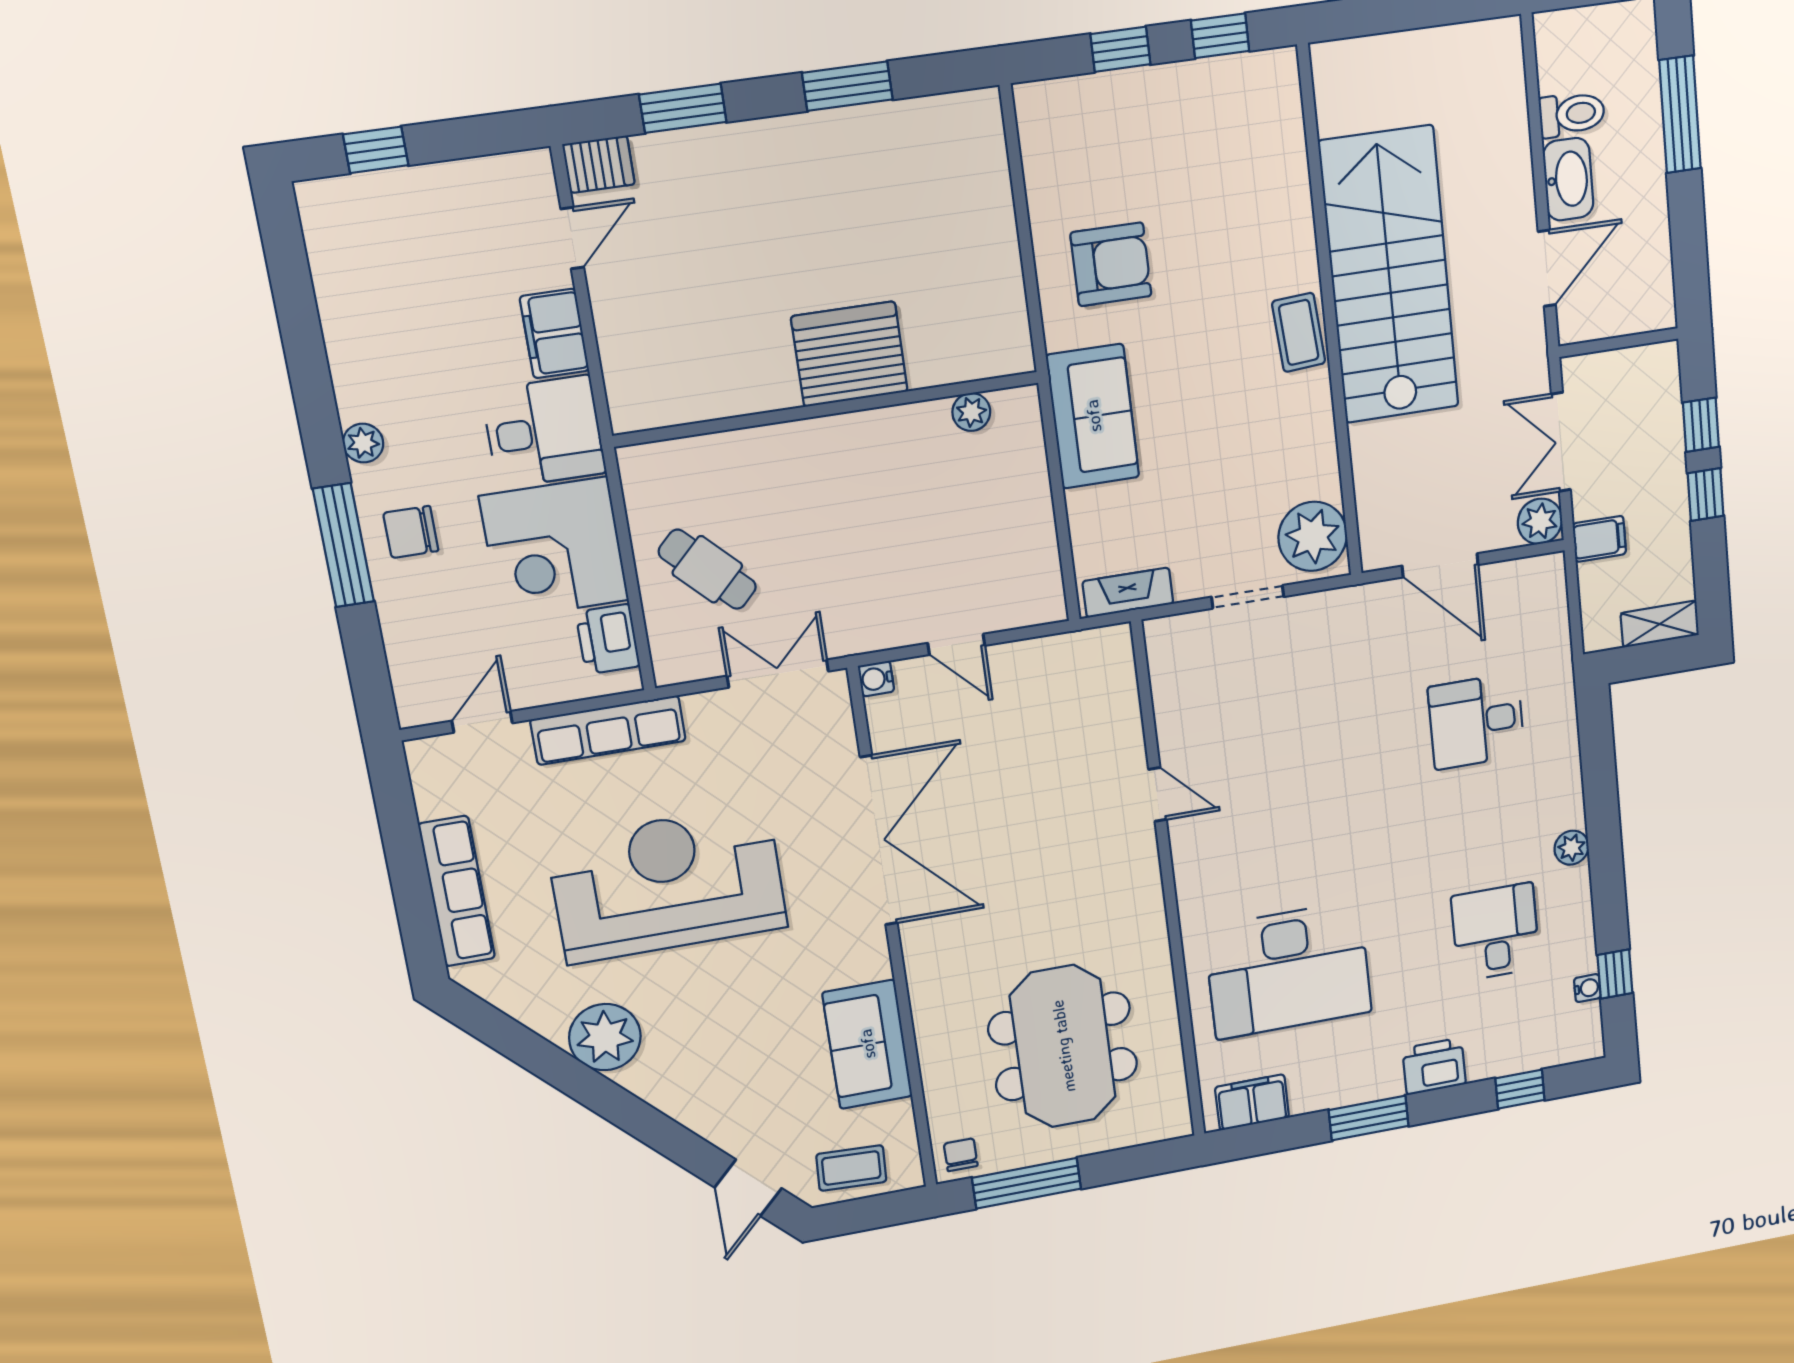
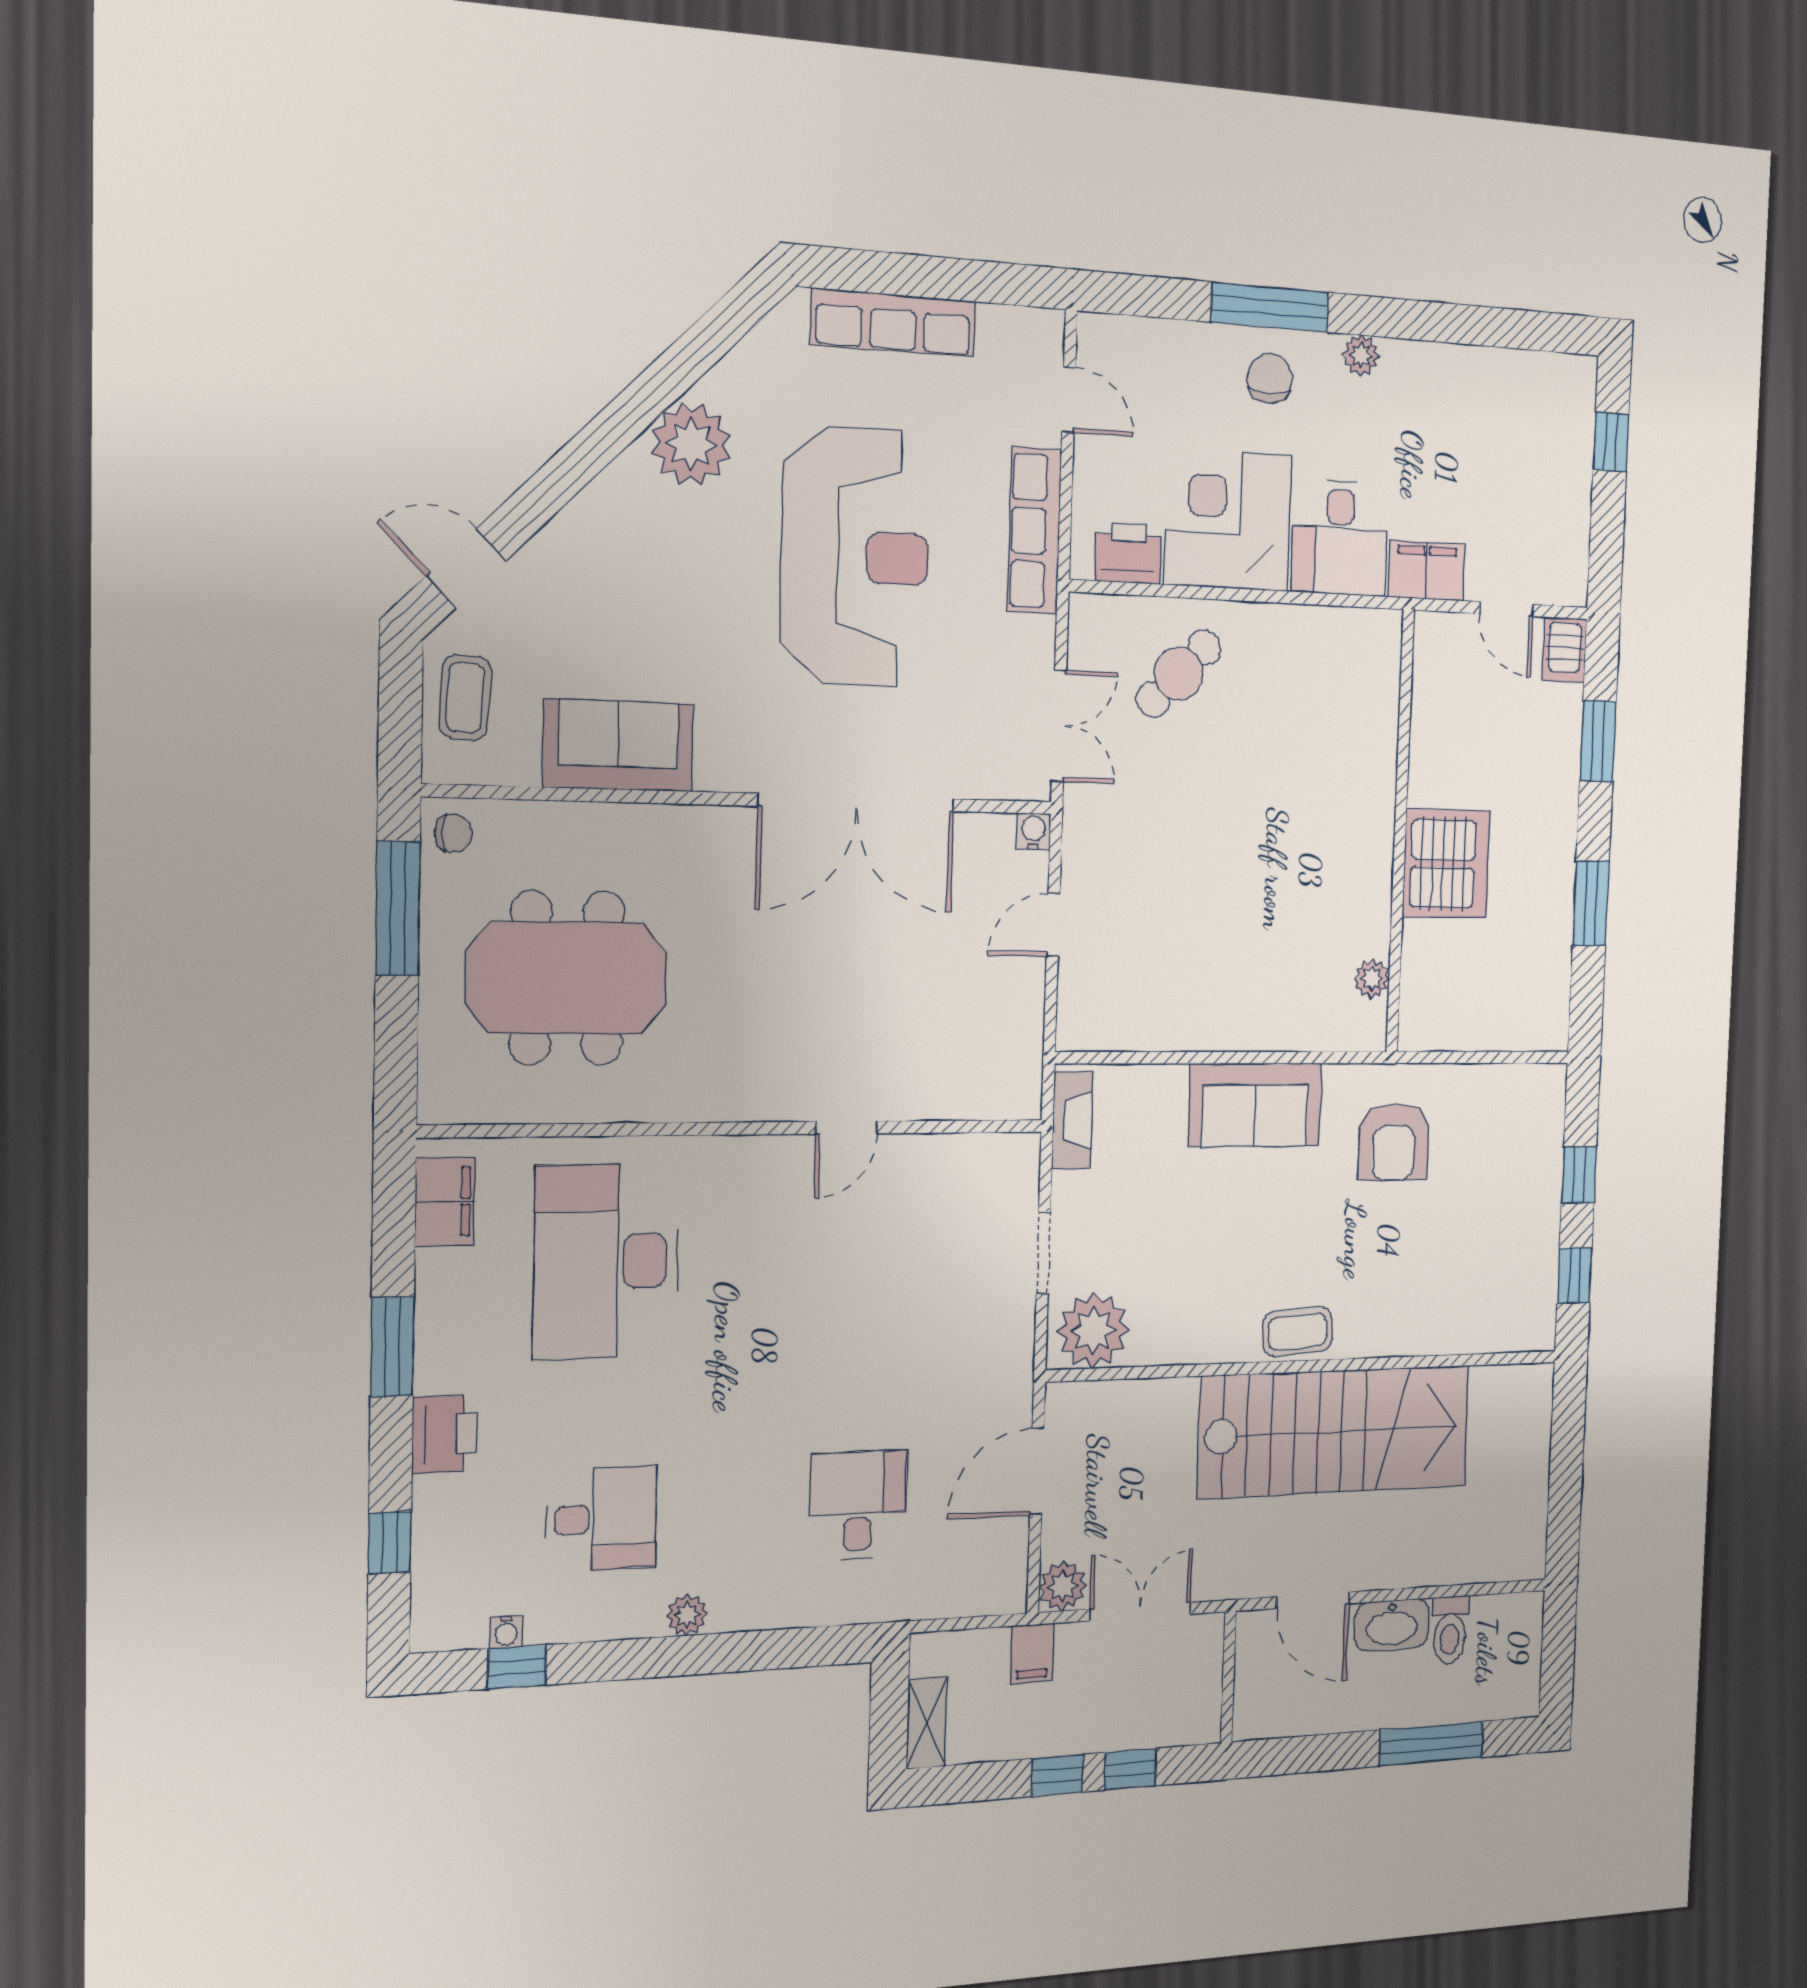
server rack: (849, 354) -> (1446, 864), moved
wall: (827, 409) -> (1400, 832), moved
plant: (971, 412) -> (1372, 979), moved

